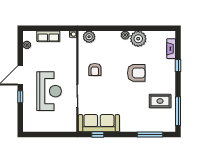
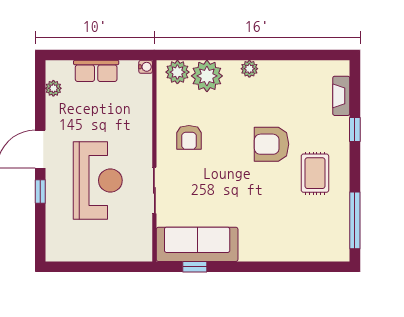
plant: (138, 39) -> (207, 76), moved
armchair: (136, 73) -> (271, 144), turned 180
rug: (160, 101) -> (315, 173), moved, turned 90
window: (150, 134) -> (299, 267), removed

